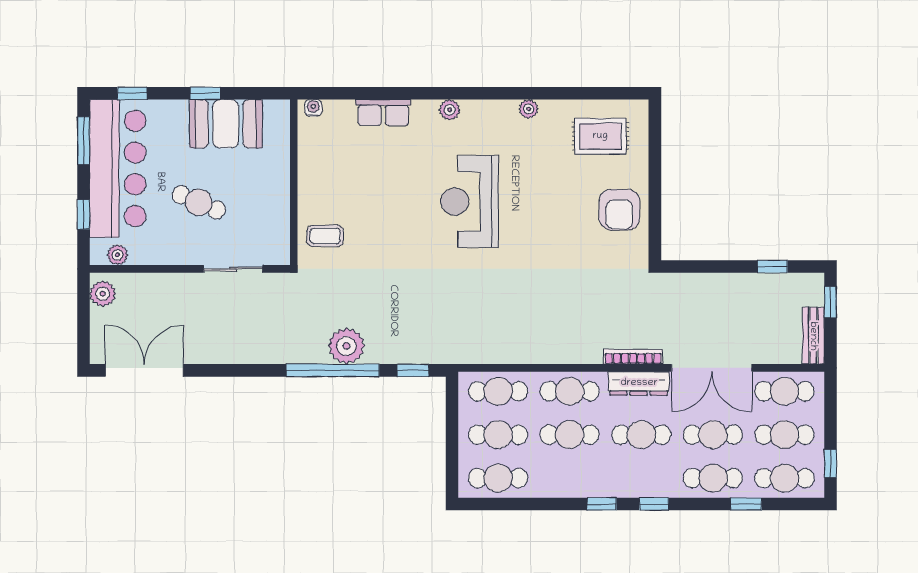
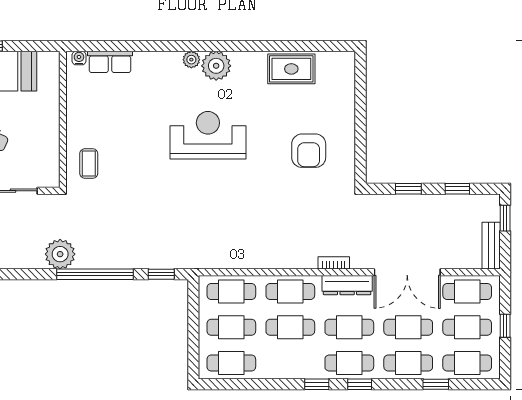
plant: (529, 109) -> (216, 66), moved, width x1.88, depth x1.88
row of seats: (383, 113) -> (110, 62), moved
rug: (600, 136) -> (291, 69), moved
reception desk: (470, 202) -> (208, 135), turned 90
armchair: (619, 210) -> (309, 151), moved
coffee table: (325, 236) -> (89, 163), turned 90
window: (713, 266) -> (408, 189), added
plant: (346, 346) -> (60, 254), moved
bookcase: (633, 357) -> (334, 263), width x0.64
window: (831, 463) -> (505, 326), moved
cafe table: (641, 478) -> (349, 363), added

